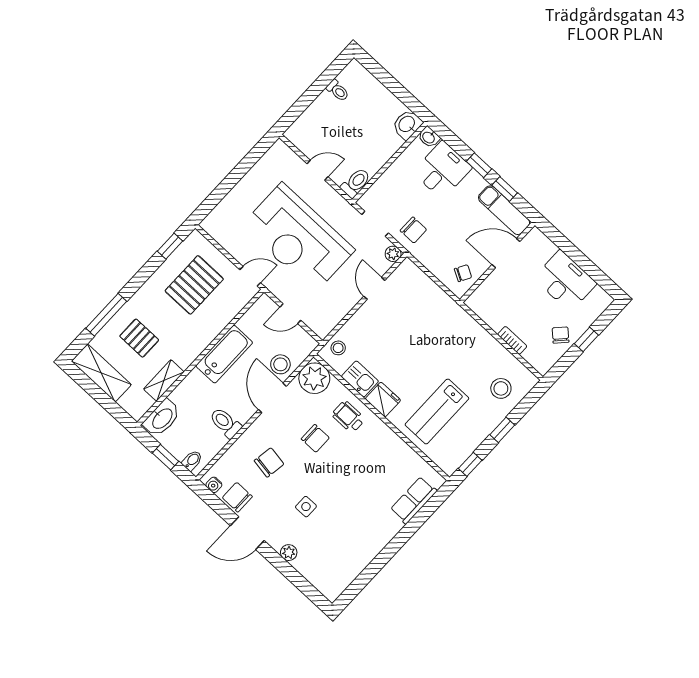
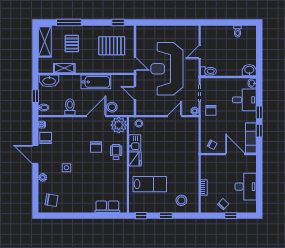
door: (317, 170) -> (200, 52), swing flipped
lab bench: (437, 411) -> (150, 184), turned 180
chair: (269, 462) -> (51, 200), moved

